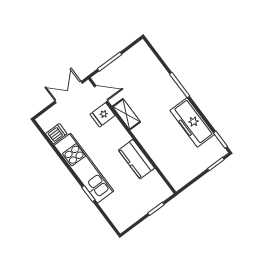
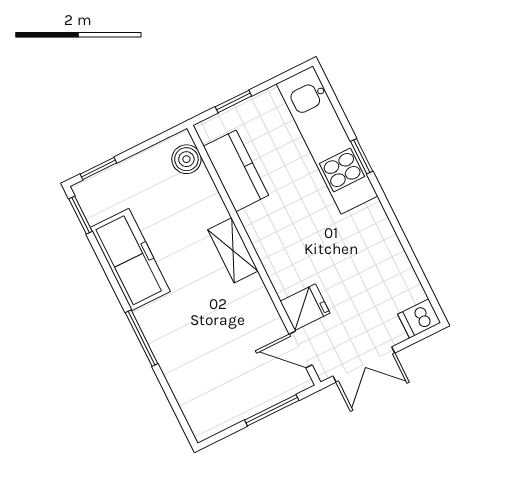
shelving: (126, 114) -> (233, 250), moved
dishwasher: (56, 134) -> (419, 318), moved
kitchen counter: (136, 159) -> (236, 171), moved
kitchen unit: (84, 168) -> (327, 140), moved
boiler: (174, 177) -> (186, 159), added

